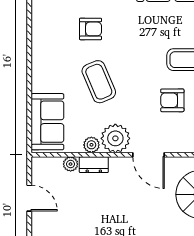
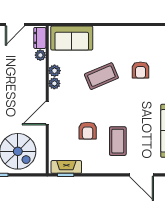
armchair: (172, 100) -> (88, 131), turned 180
plant: (115, 138) -> (54, 83), width x0.53, depth x0.53
dresser: (94, 165) -> (40, 38), moved

